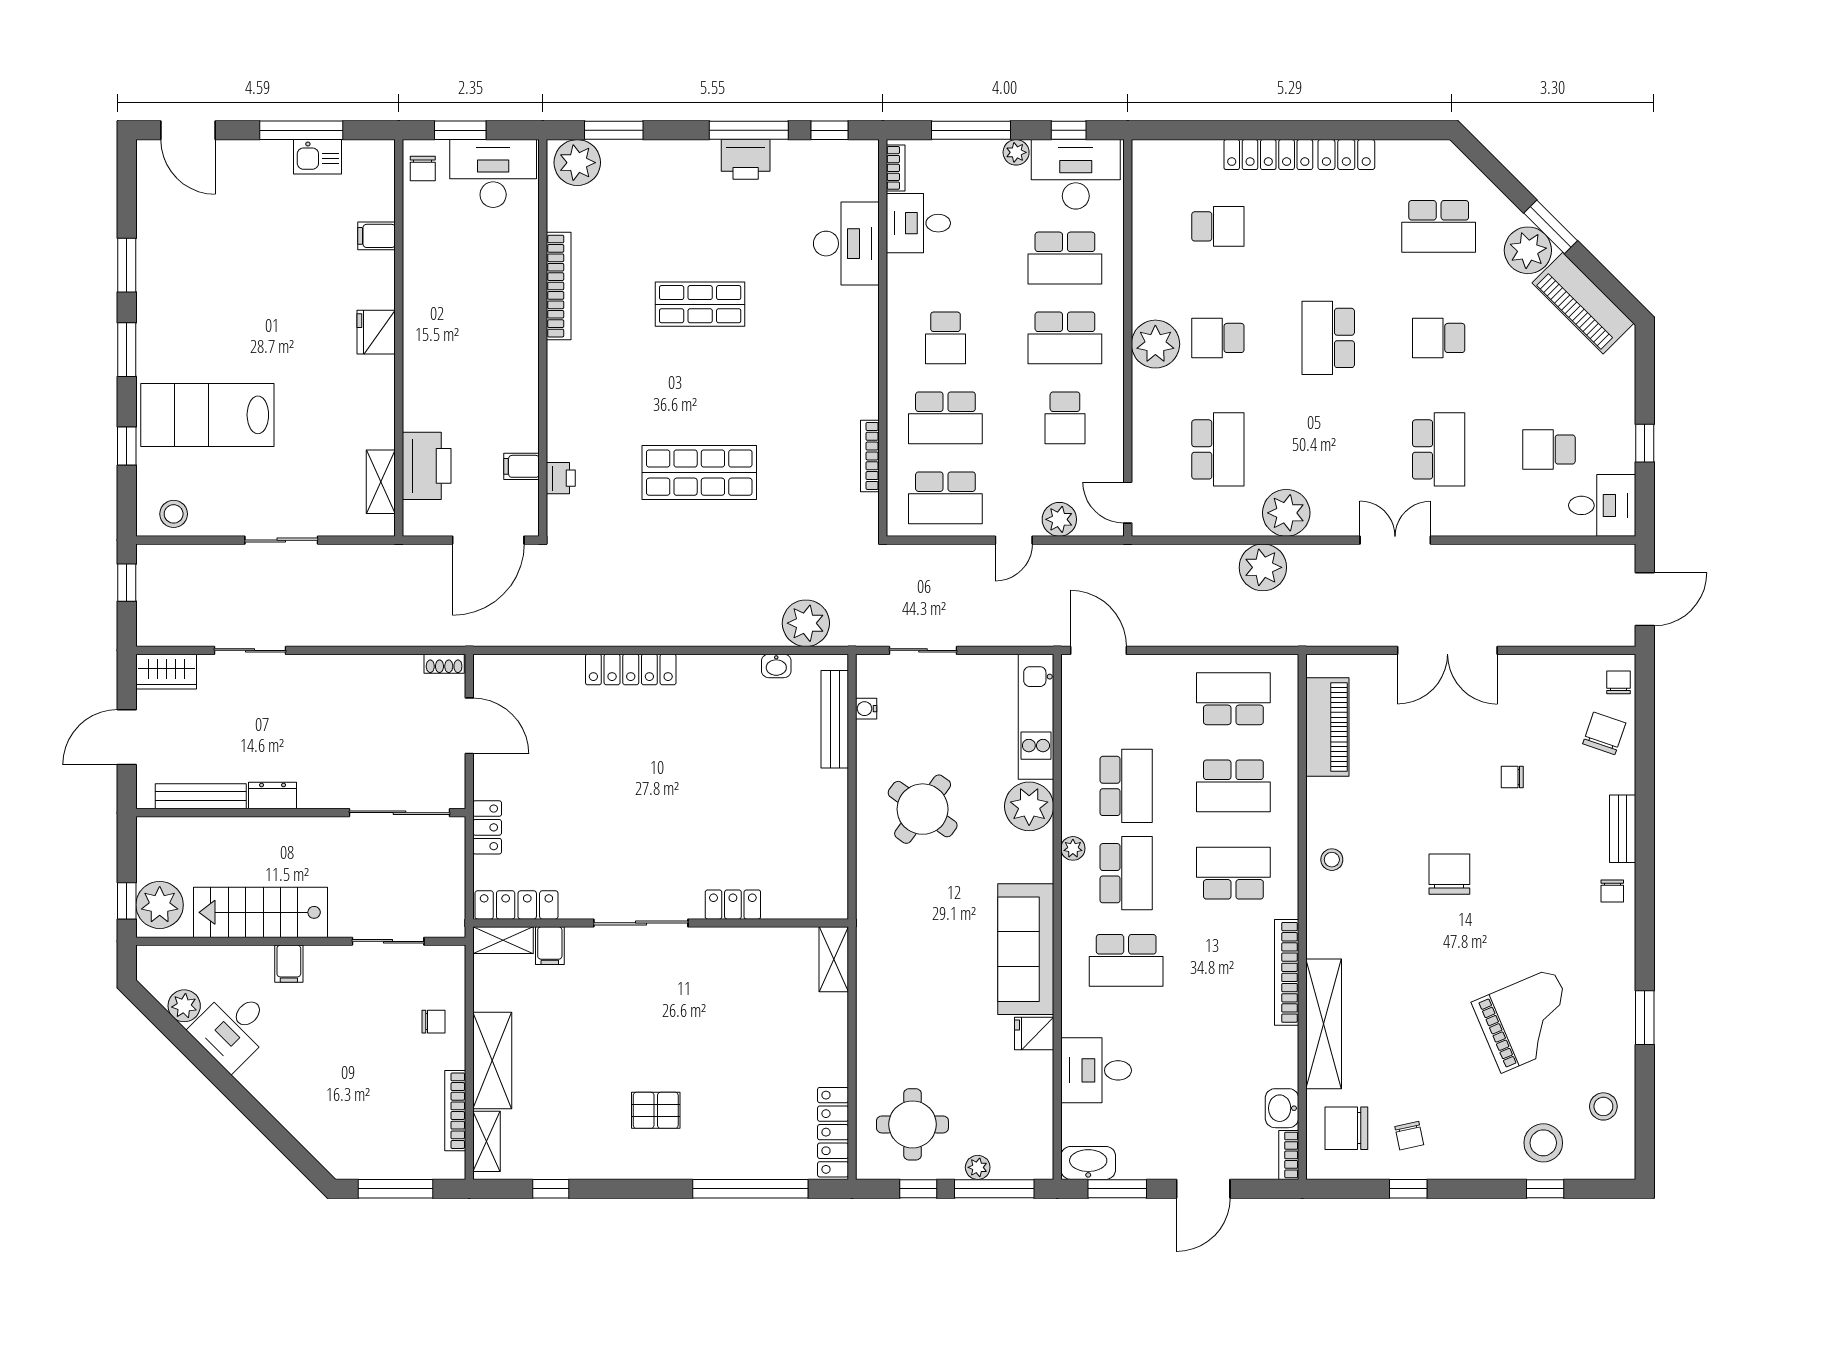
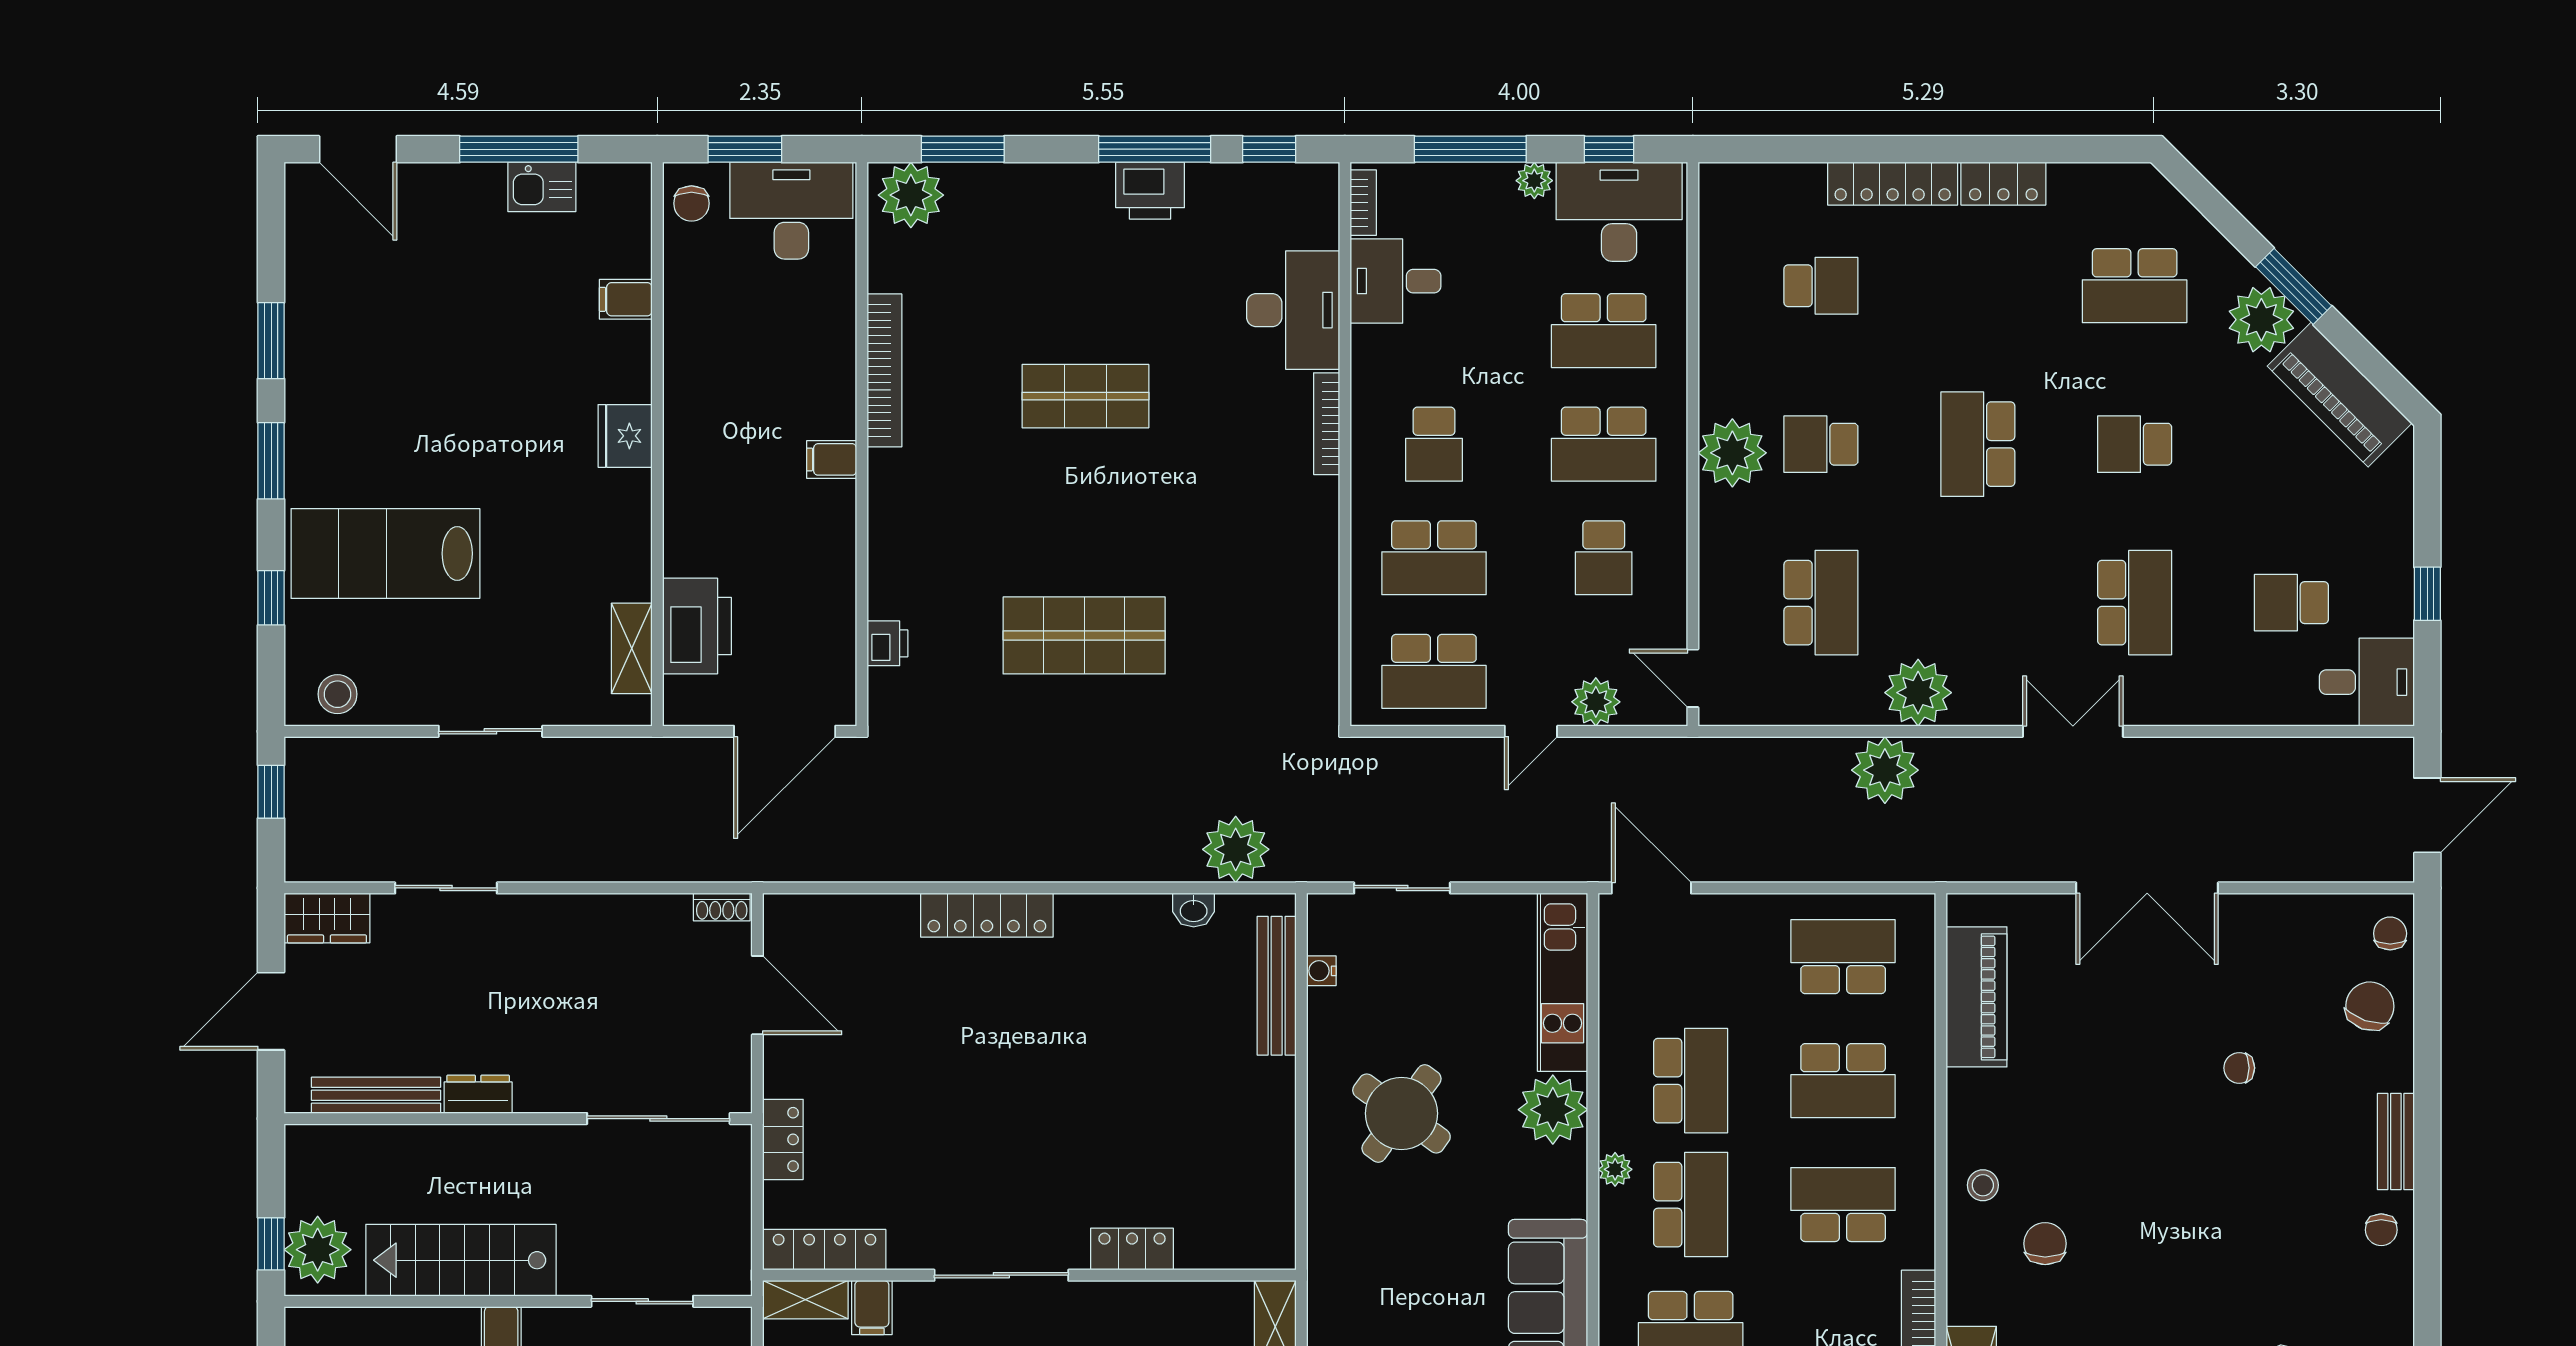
bookcase: (870, 456) -> (1327, 424), moved
filing cabinet: (521, 466) -> (832, 459), moved
chair: (1449, 874) -> (2045, 1244), moved, width x0.73, depth x0.73

